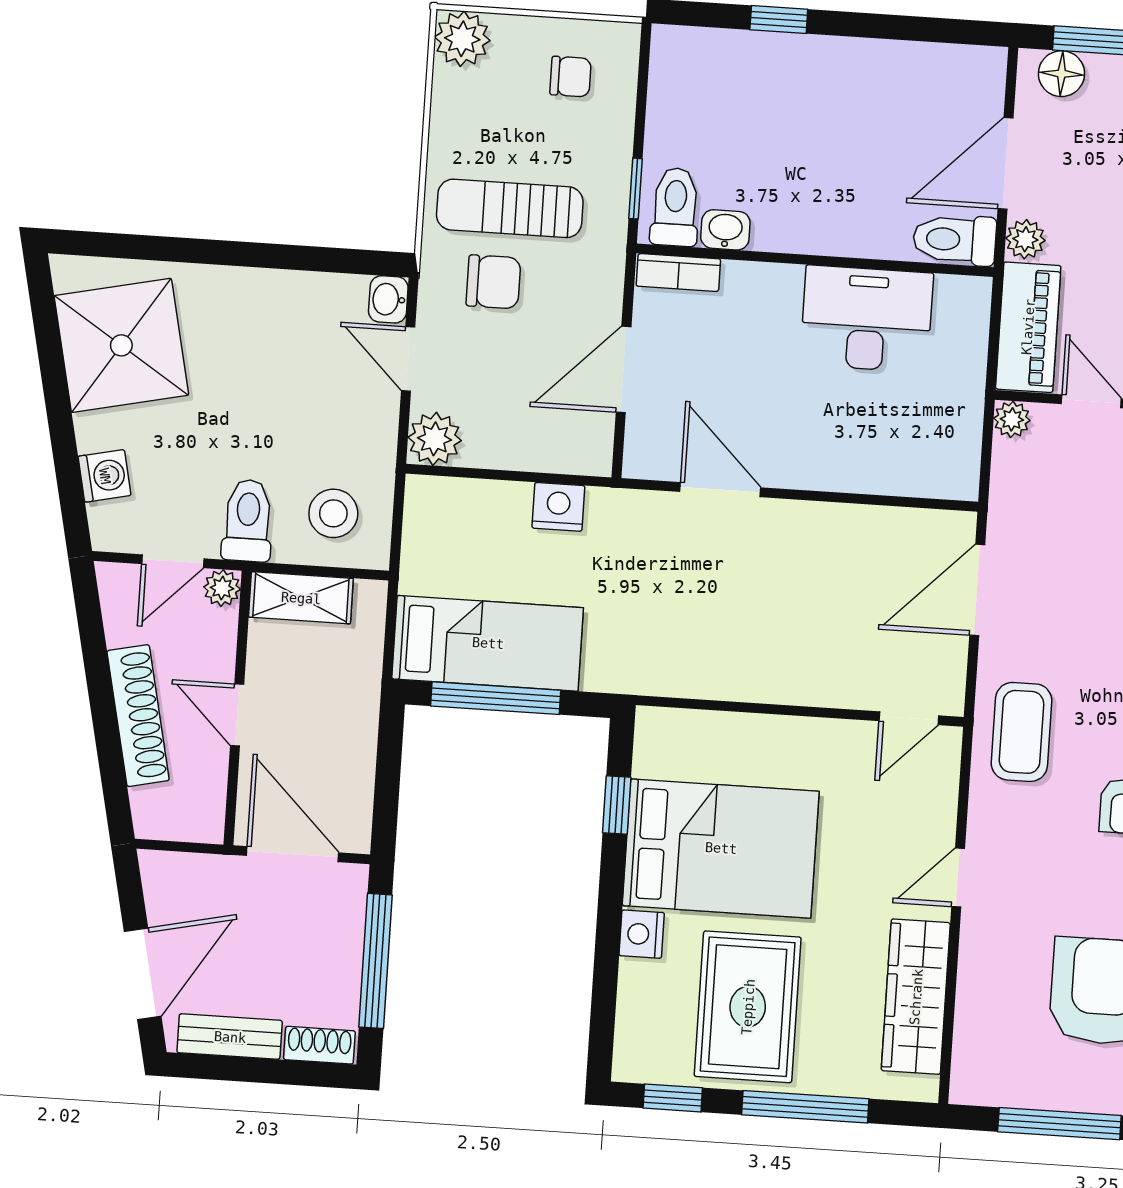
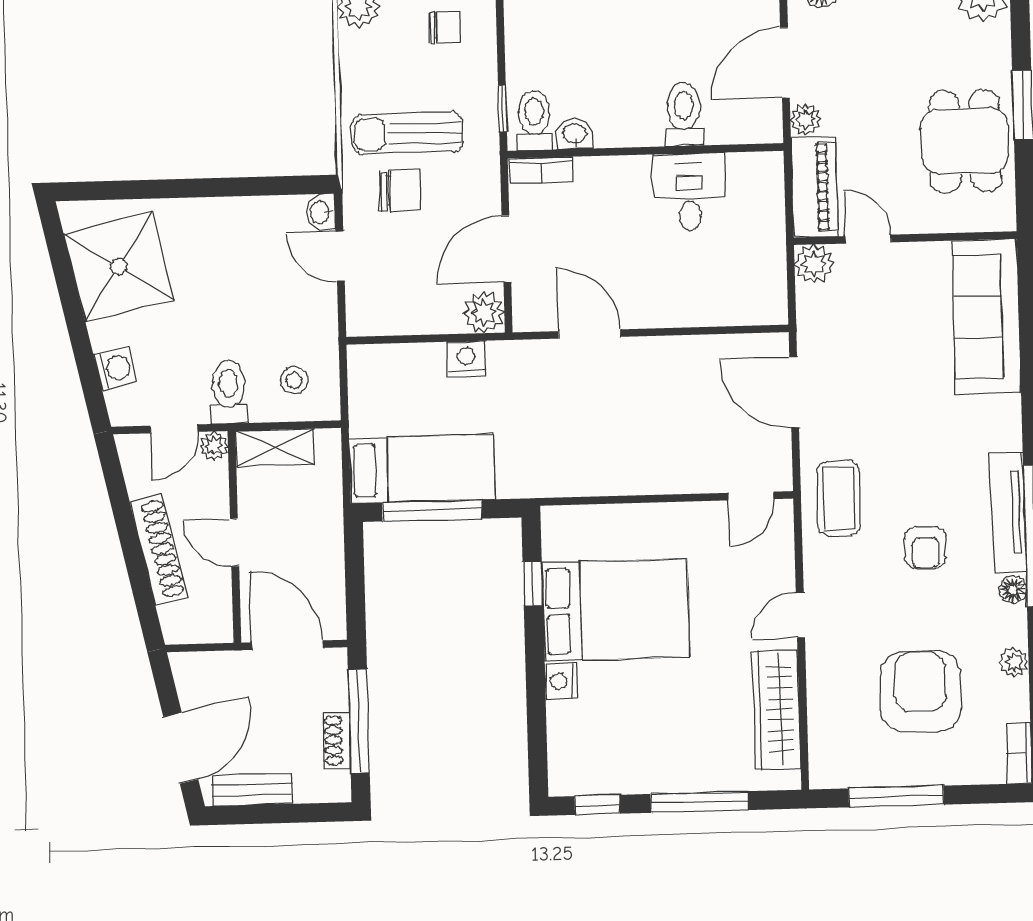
toilet: (955, 240) -> (684, 114), moved, turned 90
desk: (867, 319) -> (690, 192), width x0.73
plant: (1012, 419) -> (814, 264), width x1.38, depth x1.38
plant: (435, 439) -> (484, 312), moved
stool: (333, 513) -> (294, 380), width x0.73, depth x0.73
door: (977, 590) -> (794, 392), hinge flipped
rug: (748, 1007) -> (648, 729), removed
shoe rack: (319, 1045) -> (337, 740), moved, turned -90

